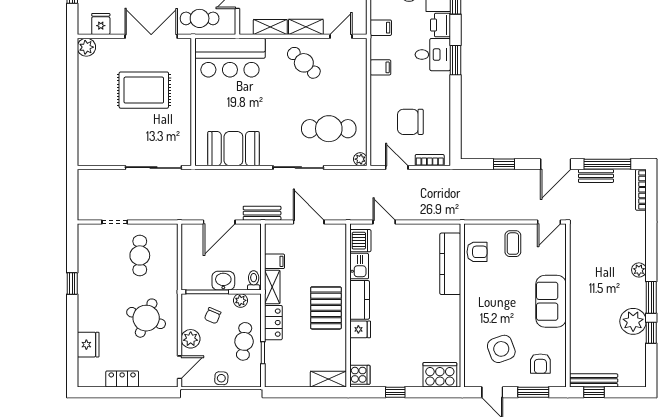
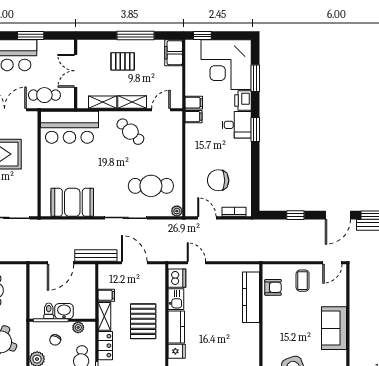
filing cabinet: (380, 67) -> (193, 117), moved
bench: (262, 213) -> (96, 256), width x1.36
toilet: (254, 280) -> (49, 311), moved
pallet: (326, 308) -> (143, 321), moved

